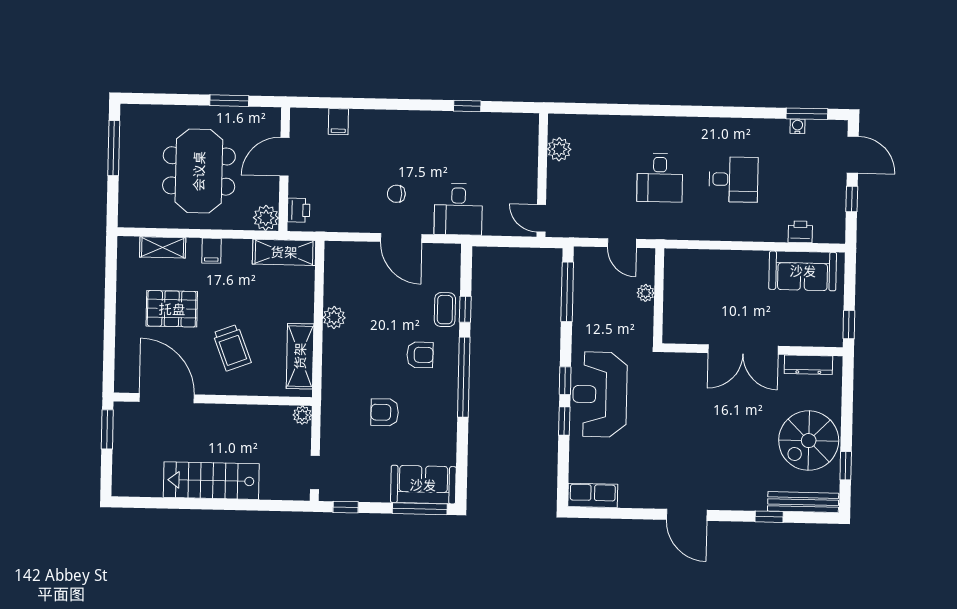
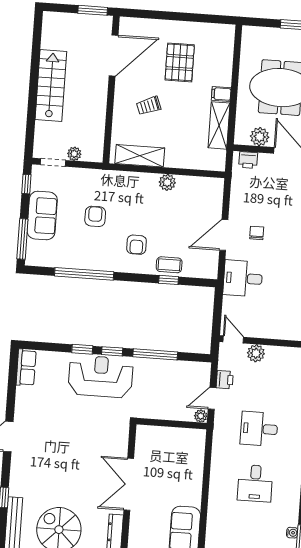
plant: (559, 149) -> (256, 353), moved
plant: (266, 218) -> (260, 137), moved
door: (541, 218) -> (233, 339), hinge flipped
printer: (800, 232) -> (225, 380), moved
shelving: (163, 247) -> (225, 58), removed
shelving: (284, 252) -> (219, 125), moved
window: (567, 292) -> (155, 354), moved
plant: (646, 293) -> (201, 416), moved
trolley: (232, 348) -> (149, 106), width x0.73, depth x0.72
window: (464, 377) -> (84, 274), moved
plant: (302, 415) -> (74, 154), moved
sofa: (423, 485) -> (42, 215), moved

